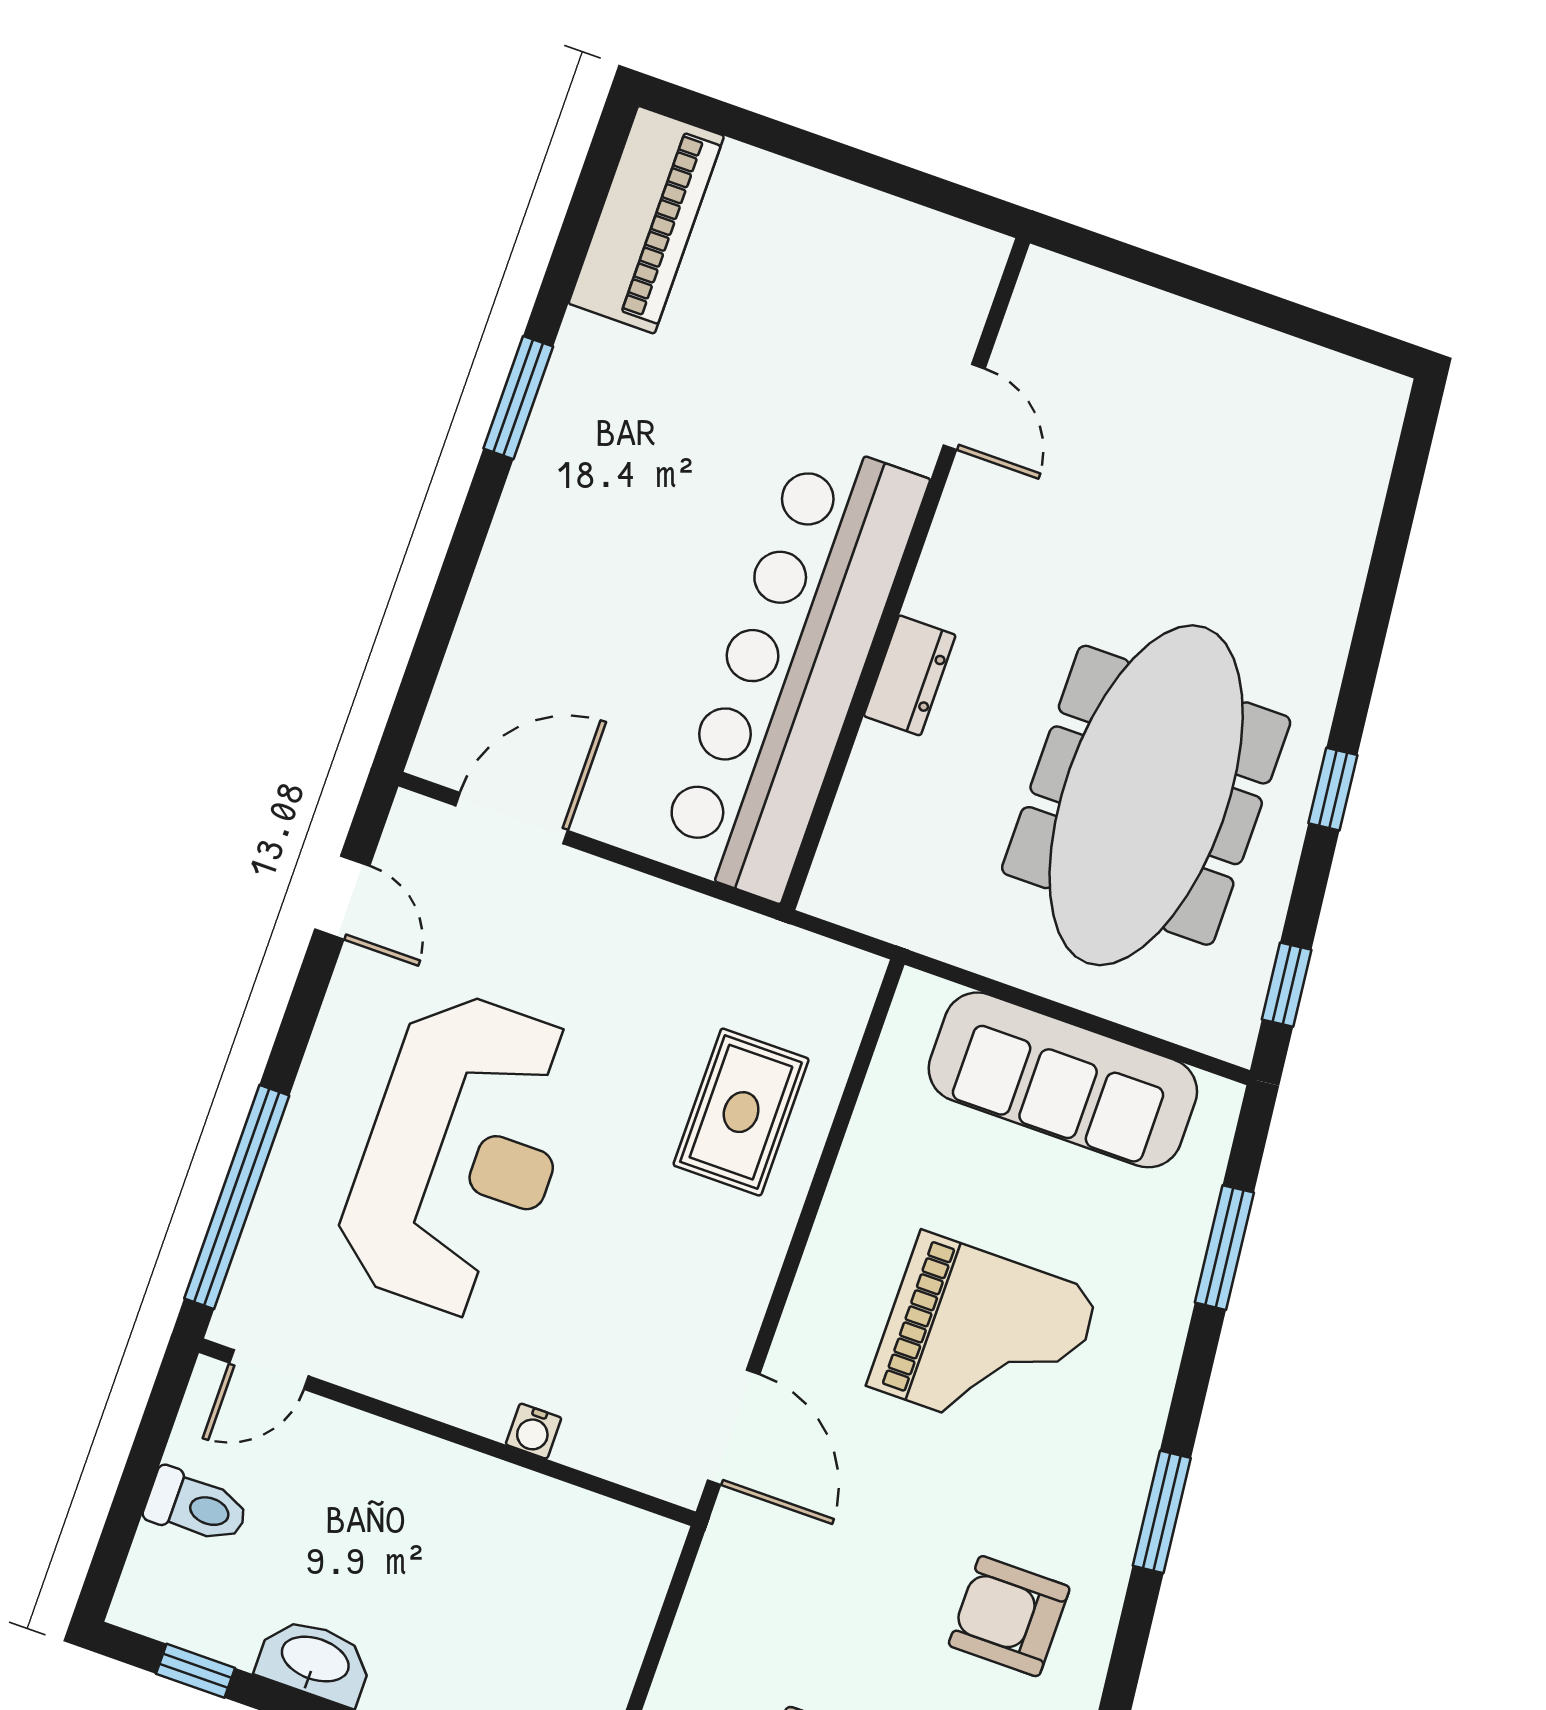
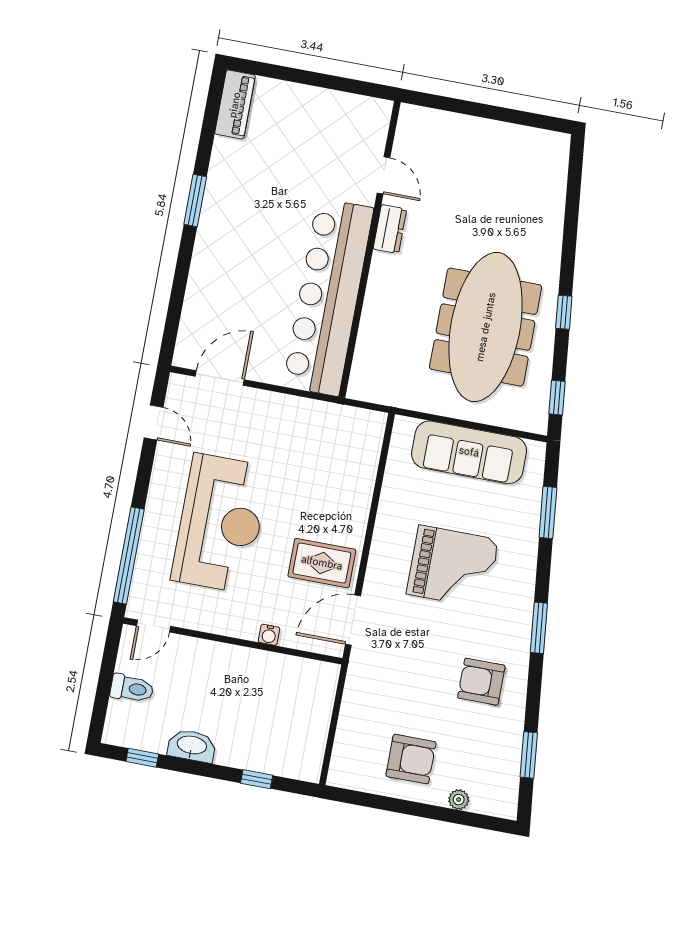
piano: (646, 220) -> (235, 105), width x0.73, depth x0.75
dresser: (910, 675) -> (390, 229), moved
rug: (741, 1112) -> (322, 563), moved, turned 90
door: (734, 1427) -> (353, 620), swing flipped

